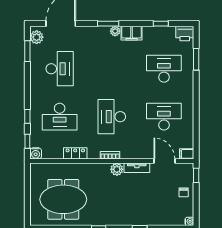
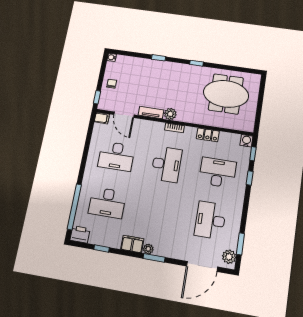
window: (196, 59) -> (74, 207), width x2.11

